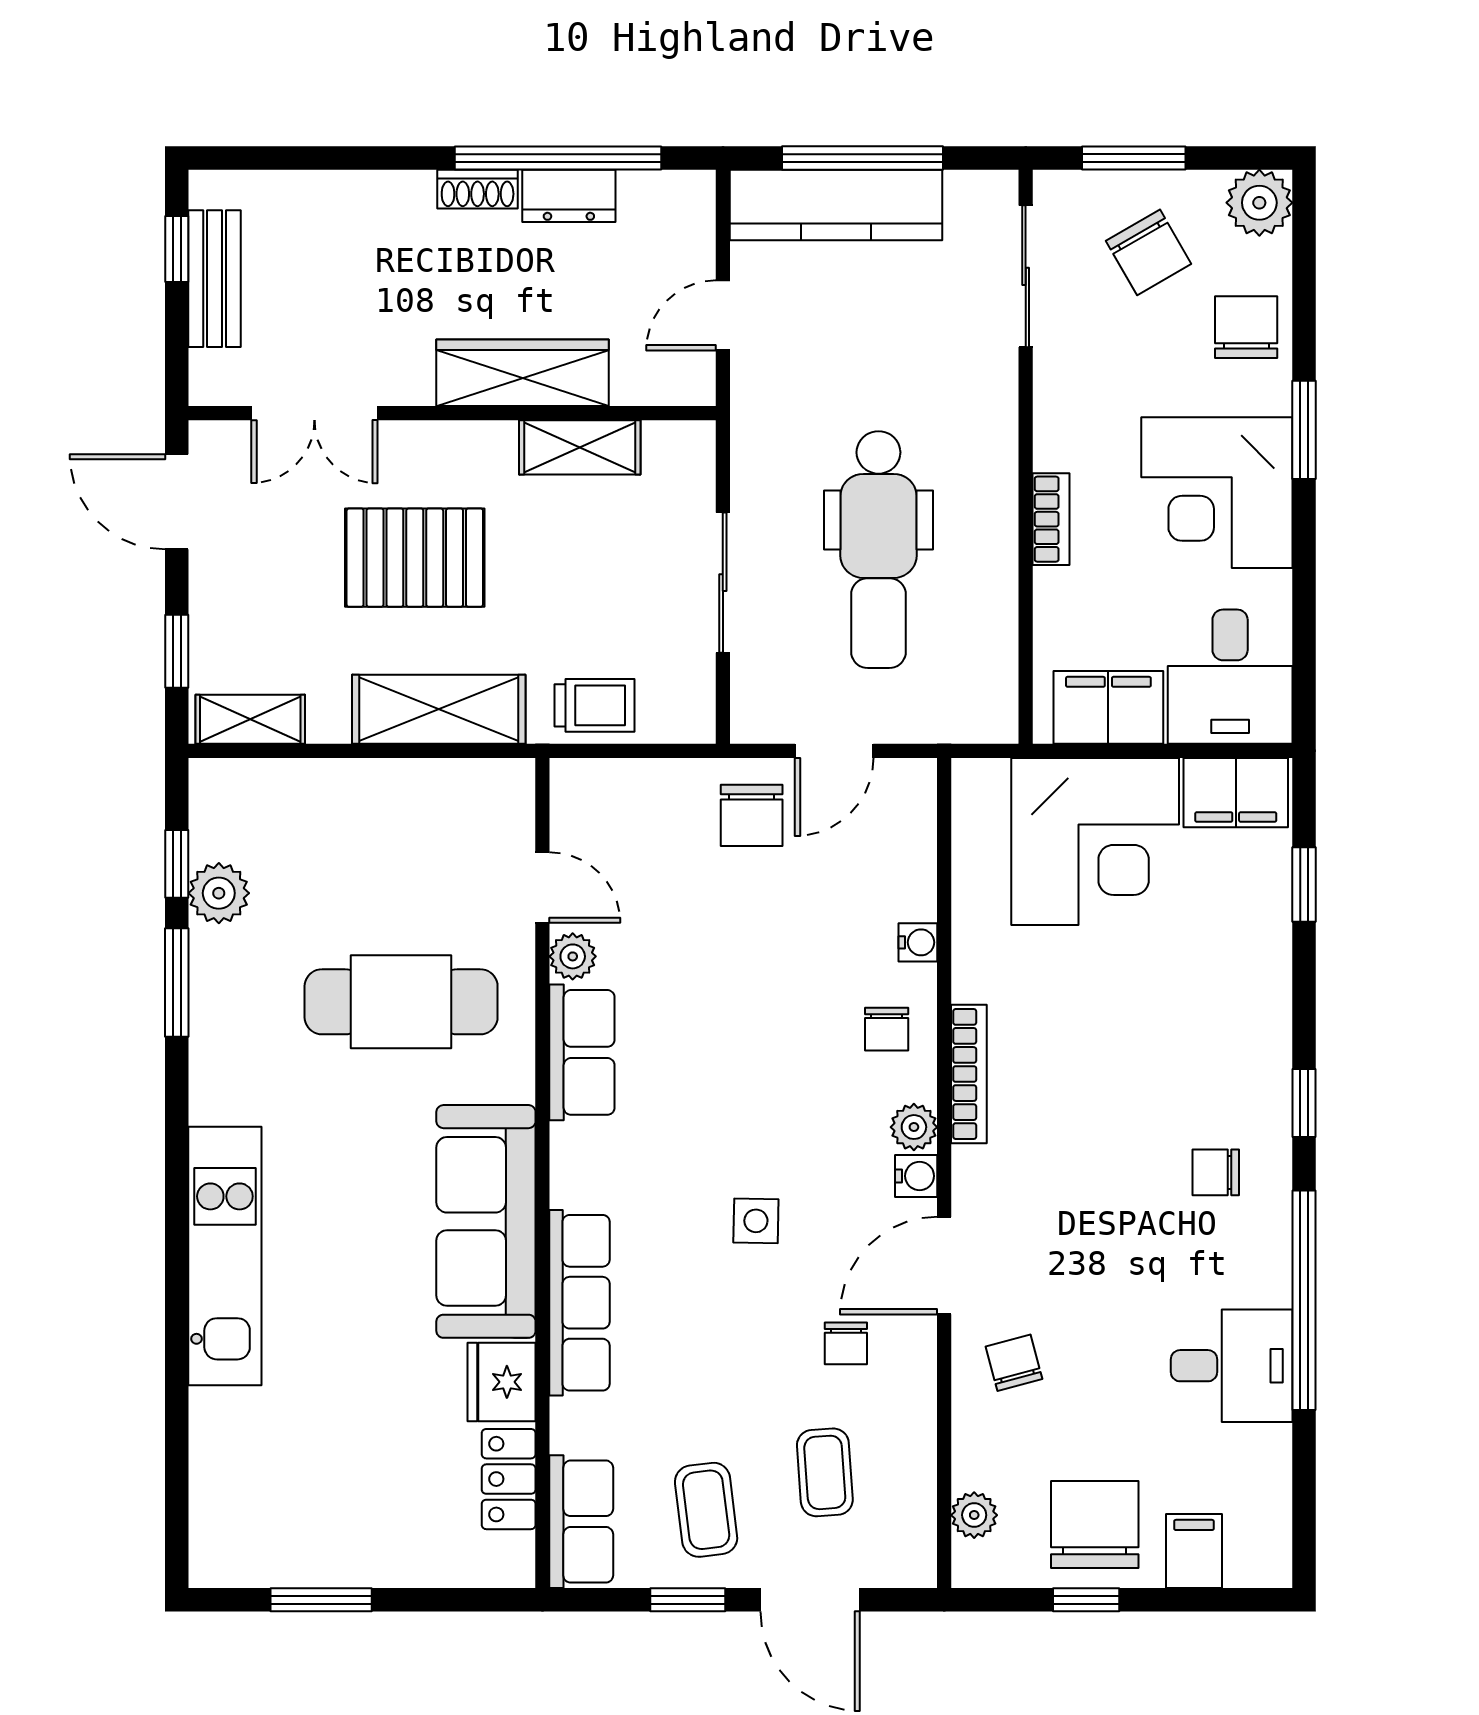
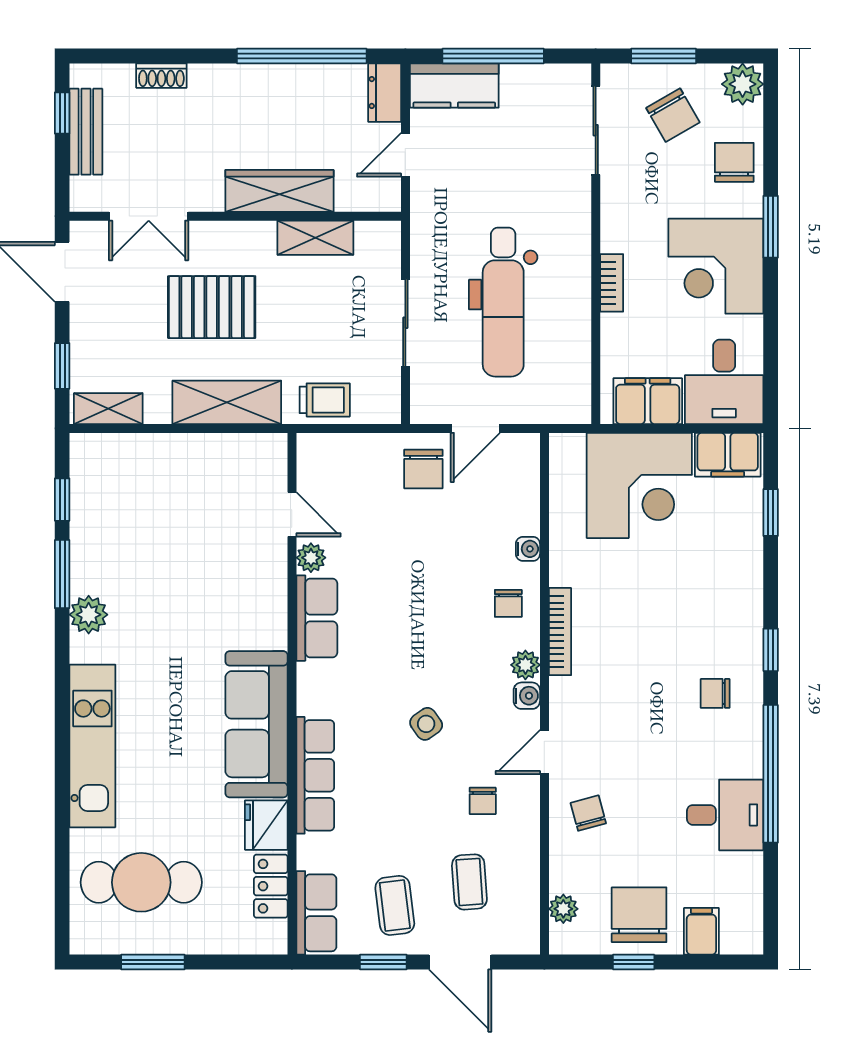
shoe rack: (478, 189) -> (161, 76), moved
dresser: (569, 196) -> (385, 93), moved, turned 90
kitchen counter: (836, 205) -> (454, 85), width x0.67
plant: (219, 893) -> (89, 615), moved
cafe table: (401, 1002) -> (141, 882), moved
side table: (756, 1221) -> (426, 724), turned -36
door: (944, 1266) -> (544, 752), width x0.73

